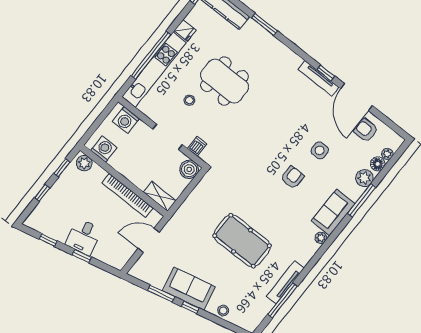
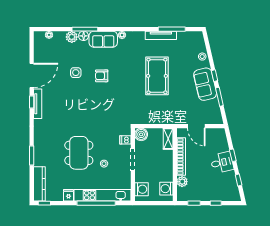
armchair: (366, 130) -> (45, 56), removed
plant: (84, 163) -> (182, 182), moved
floor lamp: (378, 164) -> (84, 36), moved

